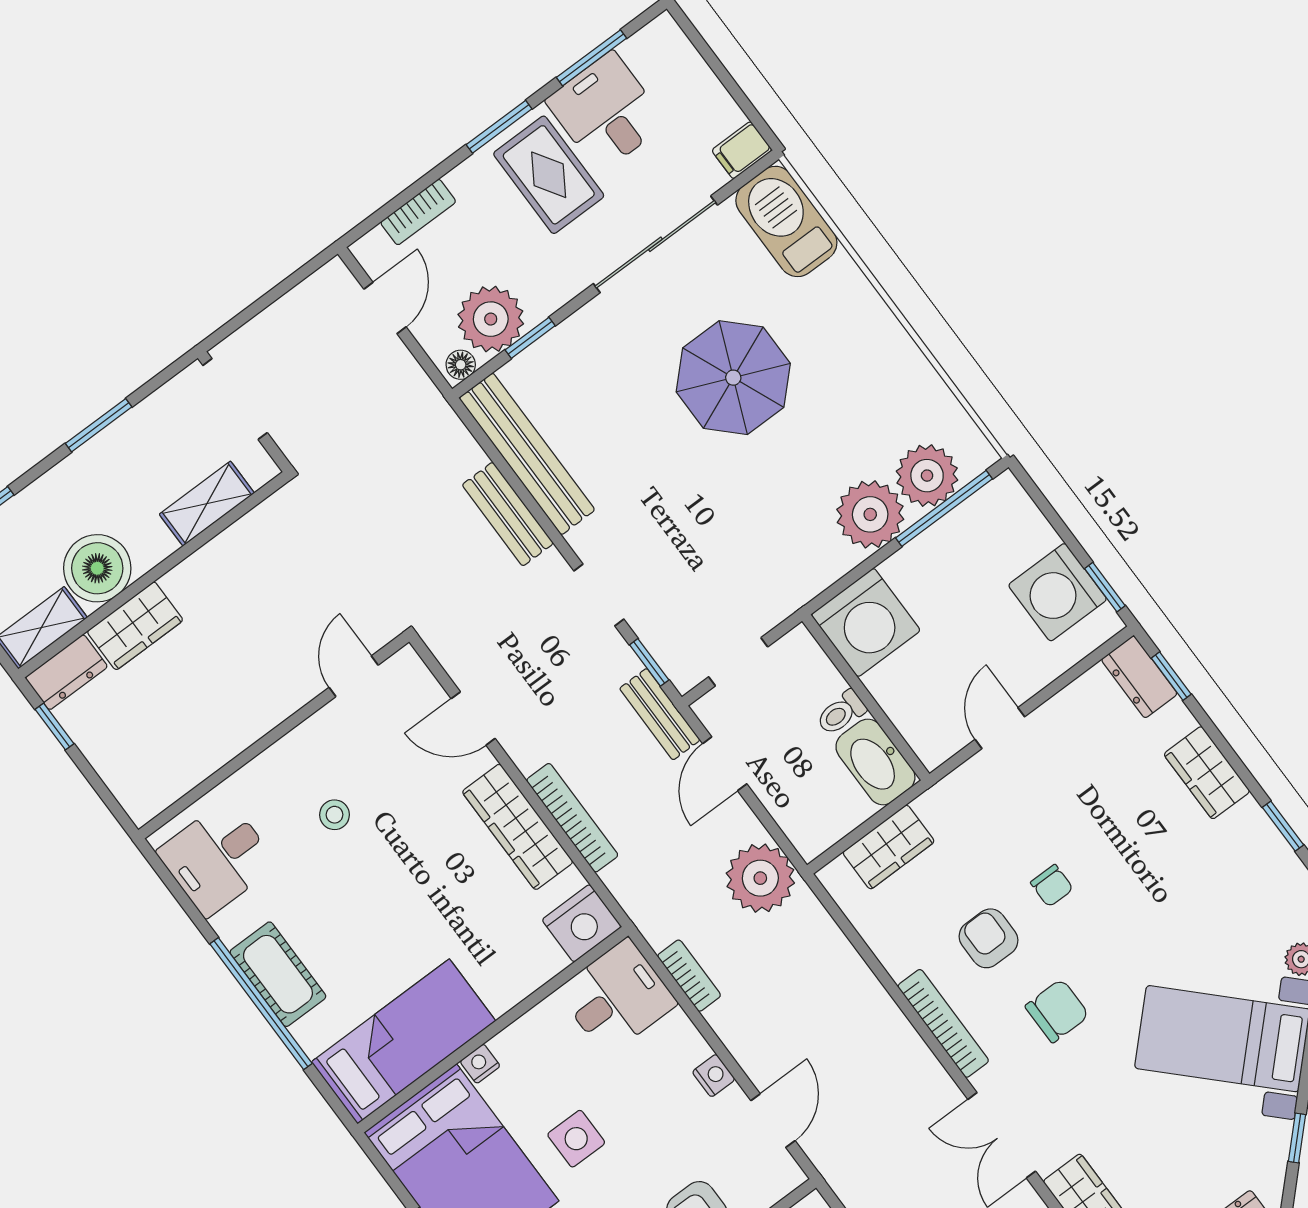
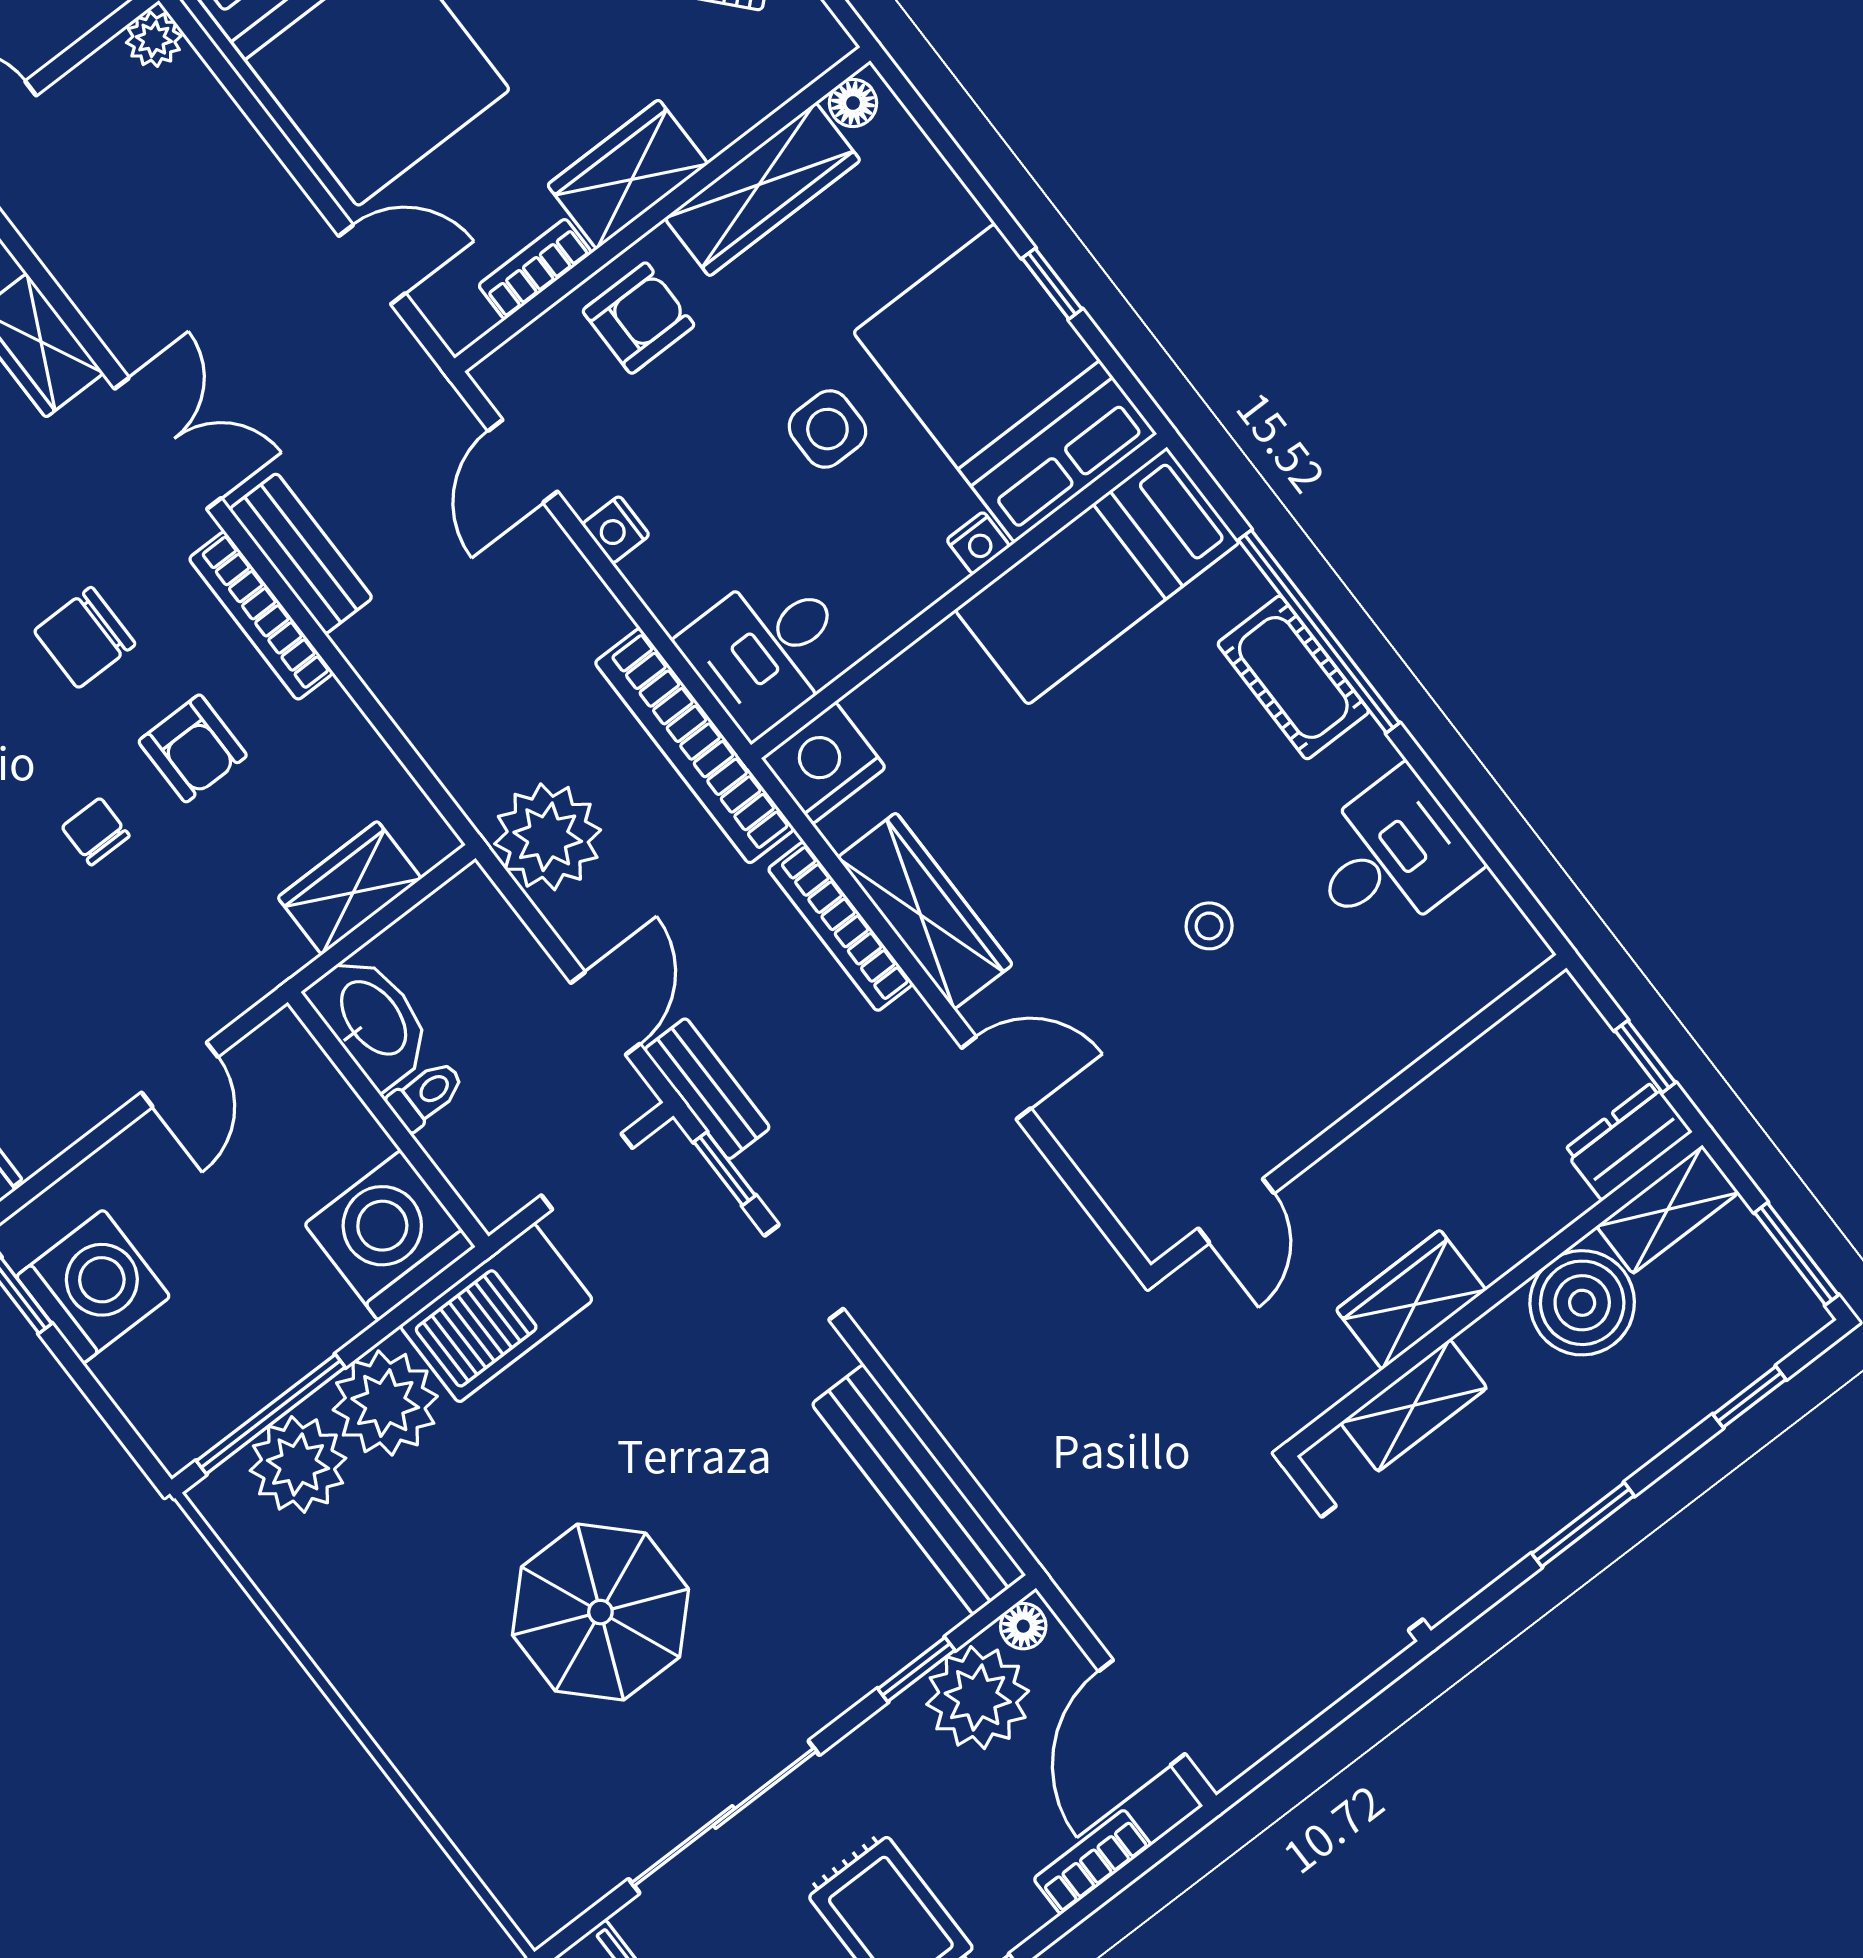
barbecue: (786, 221) -> (496, 1313), moved, turned 90
door: (385, 308) -> (1142, 1713), width x1.38
bench: (508, 514) -> (301, 554), moved
wardrobe: (135, 626) -> (1411, 1300), moved
door: (354, 676) -> (1236, 1211), moved
wall: (274, 736) -> (1359, 1117), moved
bookcase: (689, 976) -> (695, 746), width x2.31, depth x1.31

